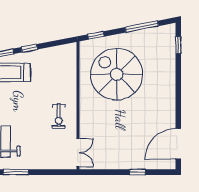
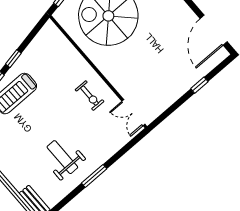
double door: (78, 153) -> (133, 113), swing flipped

